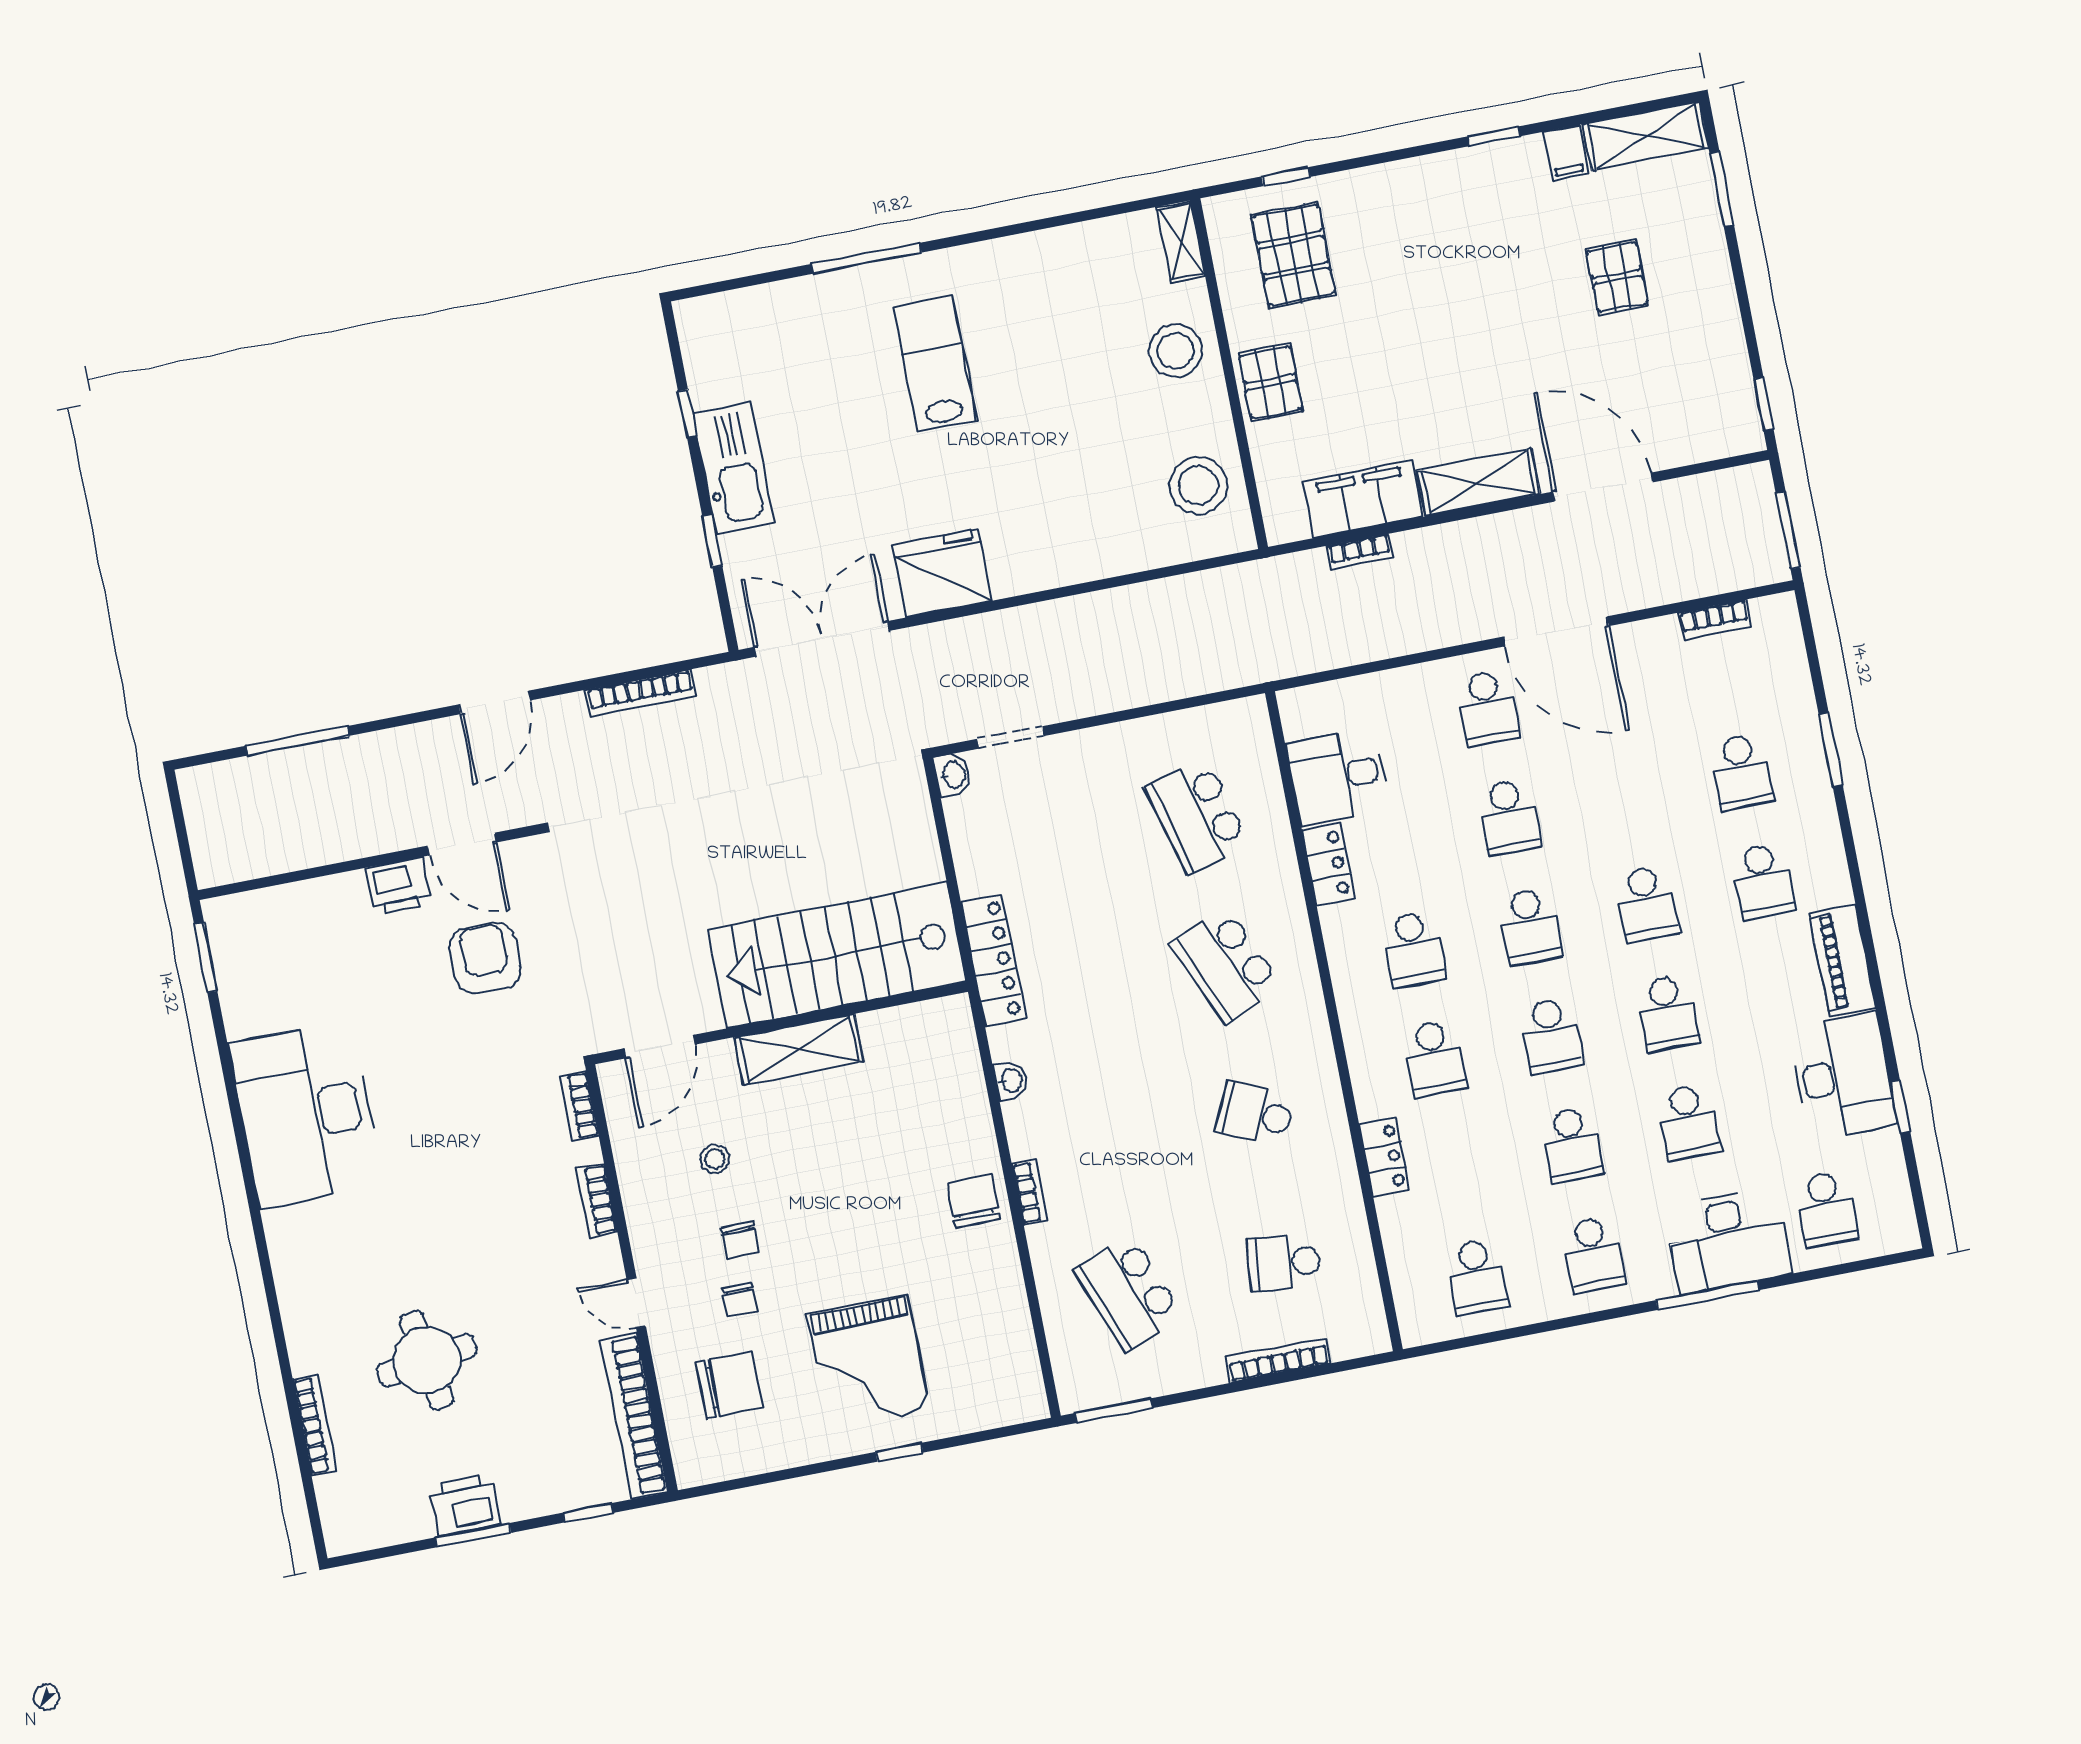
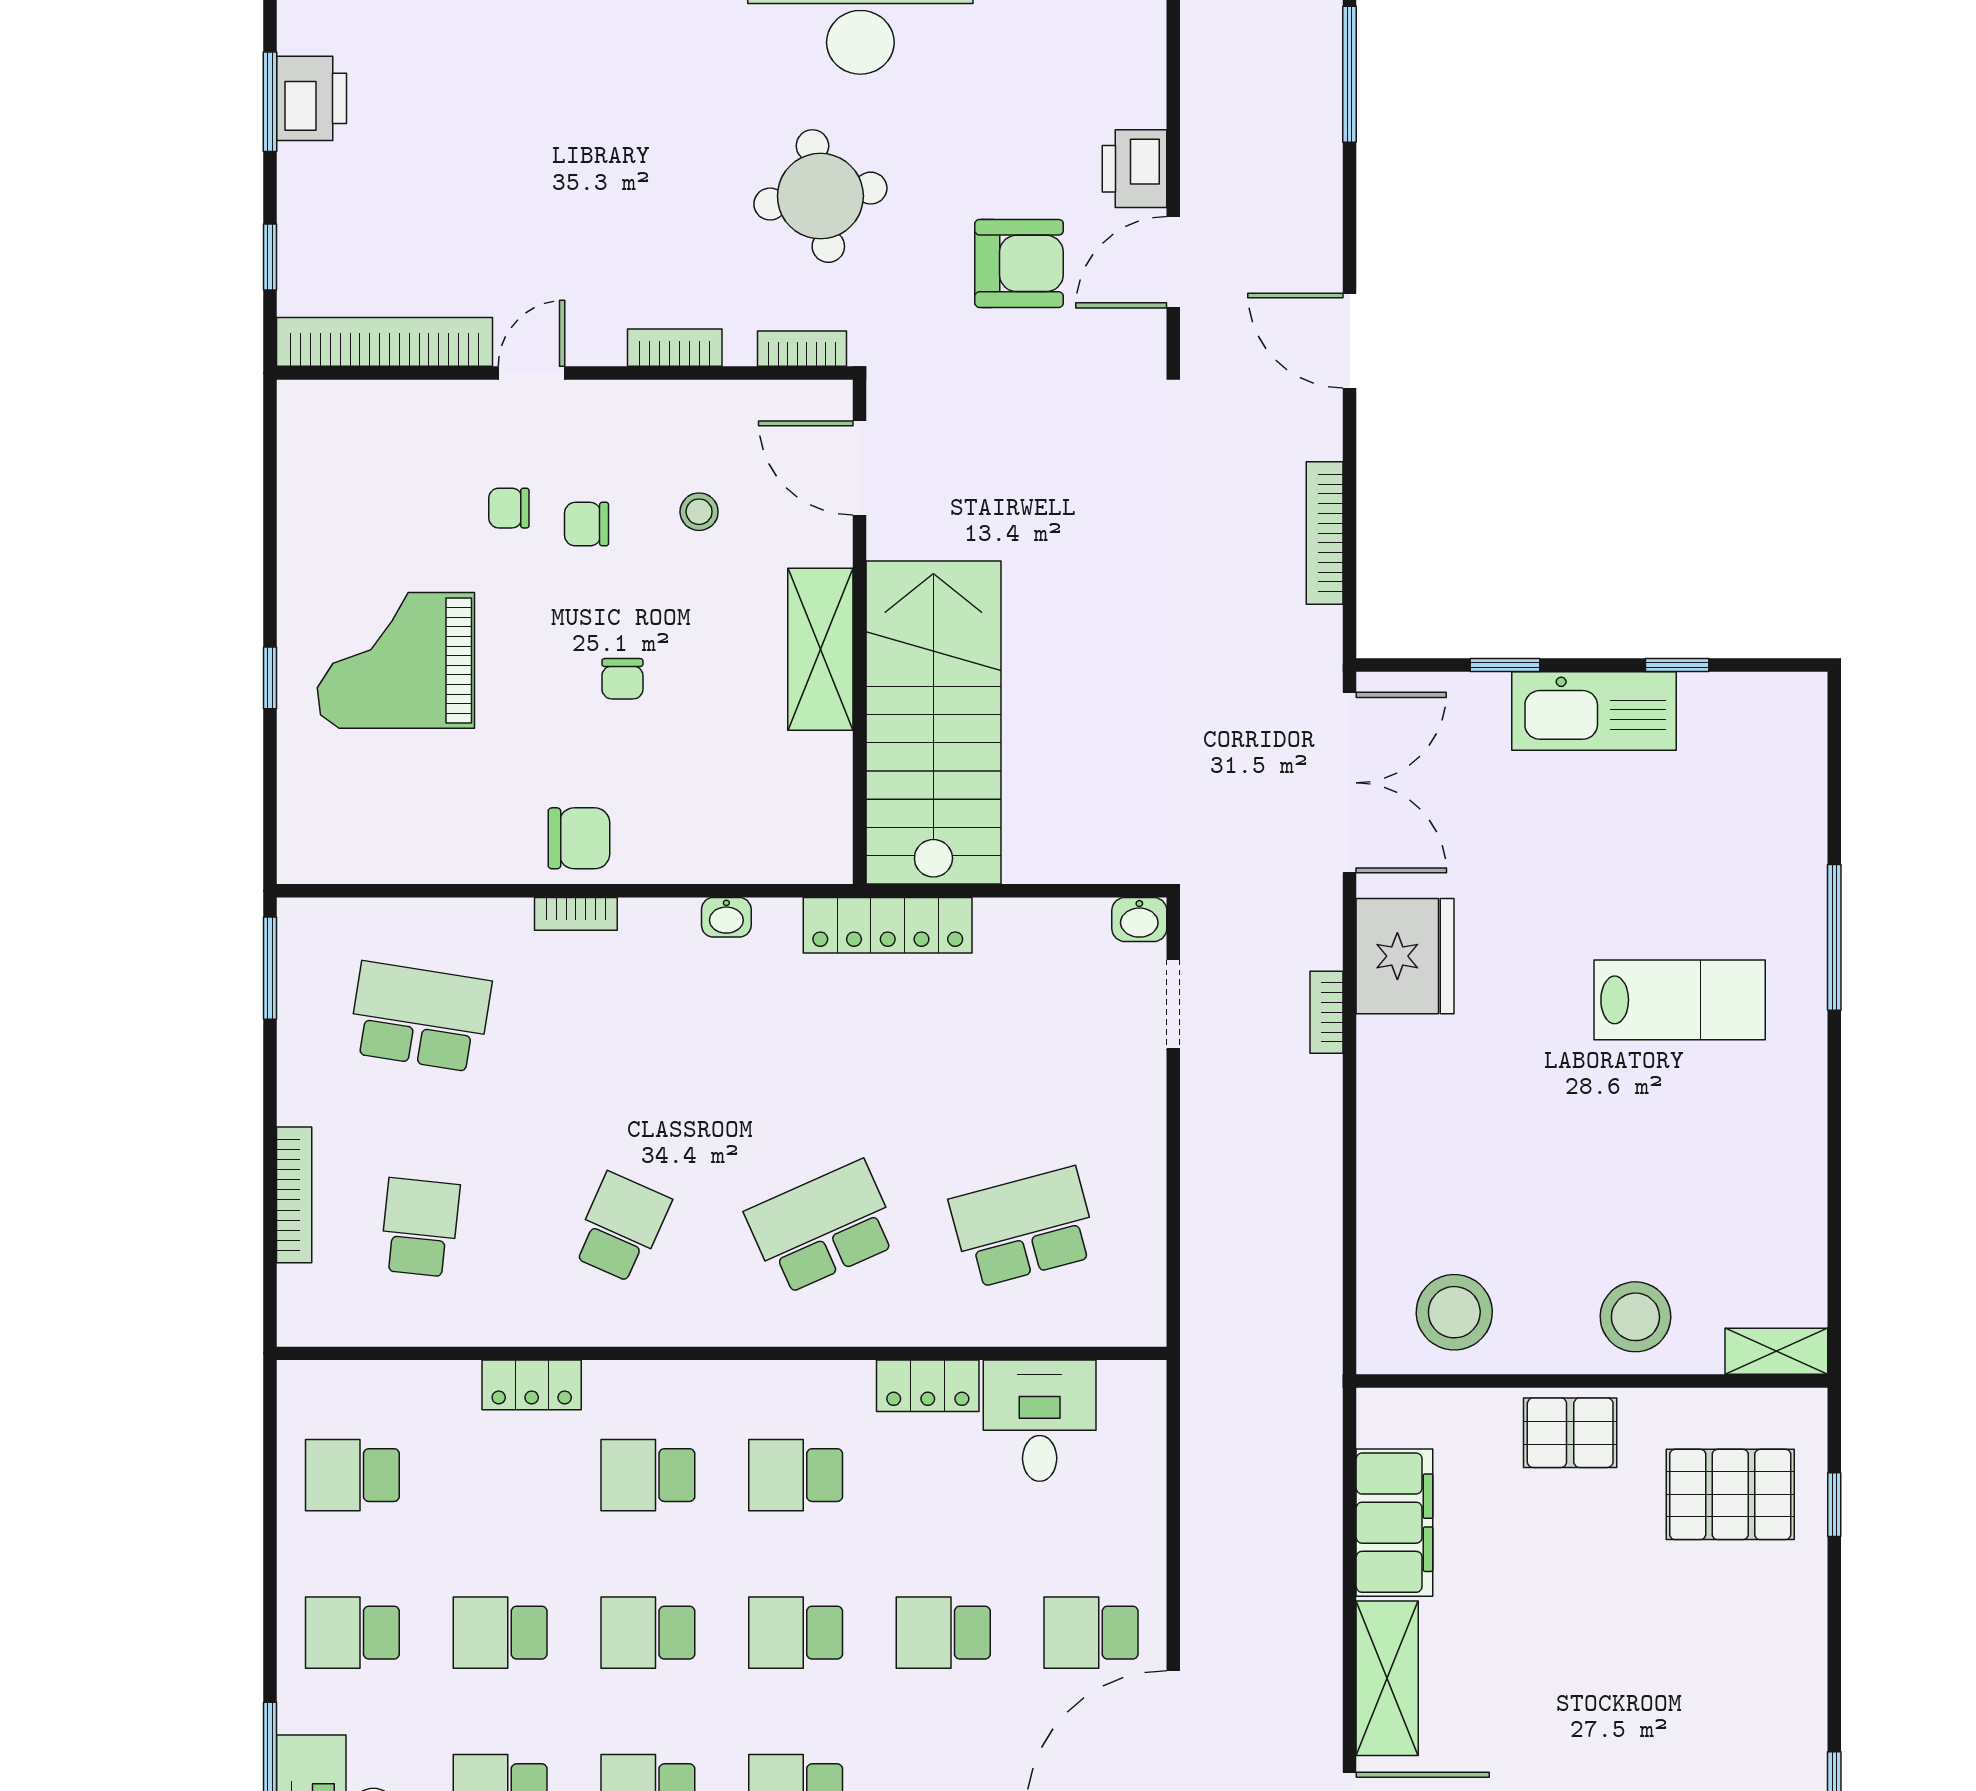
bookcase: (1360, 552) -> (1327, 1012), moved
school desk: (1128, 1293) -> (420, 1017), turned 30
round table: (427, 1360) -> (820, 196), moved
chair: (729, 1385) -> (622, 679), moved, width x0.54, depth x0.54

